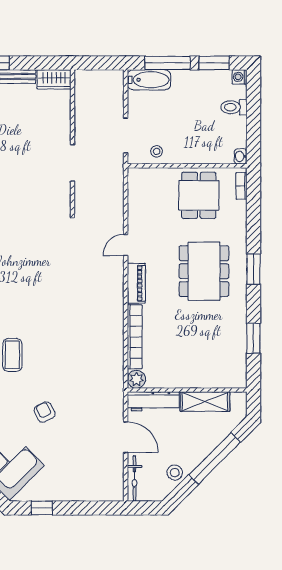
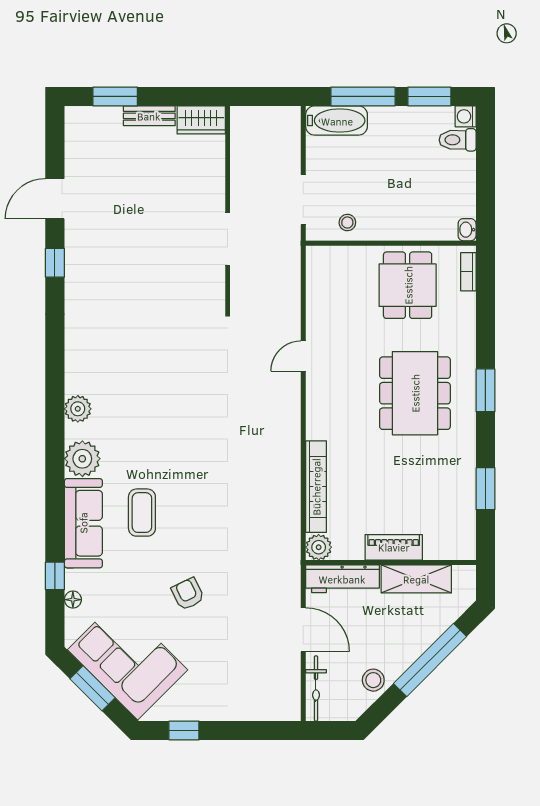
toilet: (234, 107) -> (458, 140), moved
piano: (136, 283) -> (394, 547), moved, turned -90

